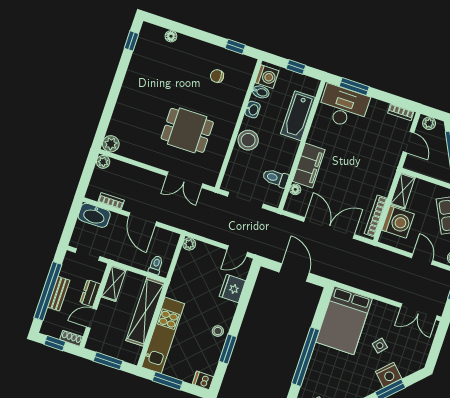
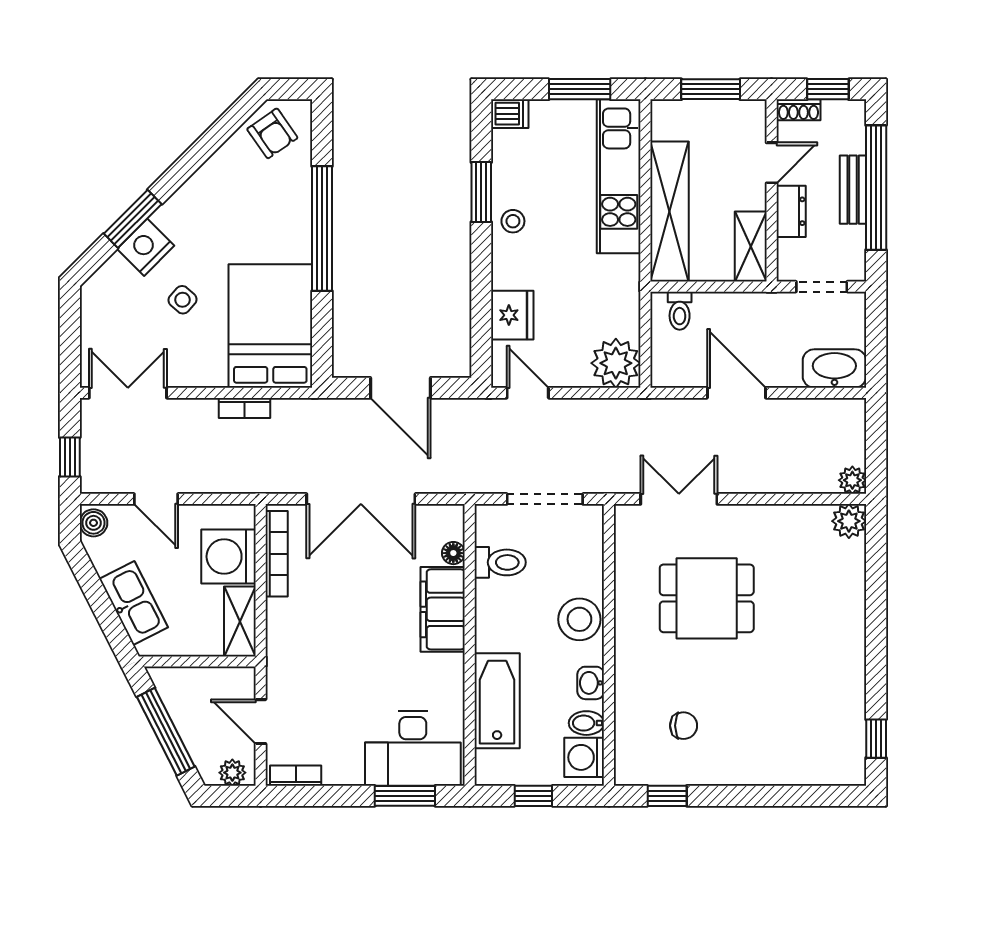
floor lamp: (171, 36) -> (801, 774), removed
bookcase: (111, 201) -> (244, 408), moved
plant: (189, 244) -> (616, 363), width x1.88, depth x1.88
door: (237, 251) -> (528, 393), hinge flipped

